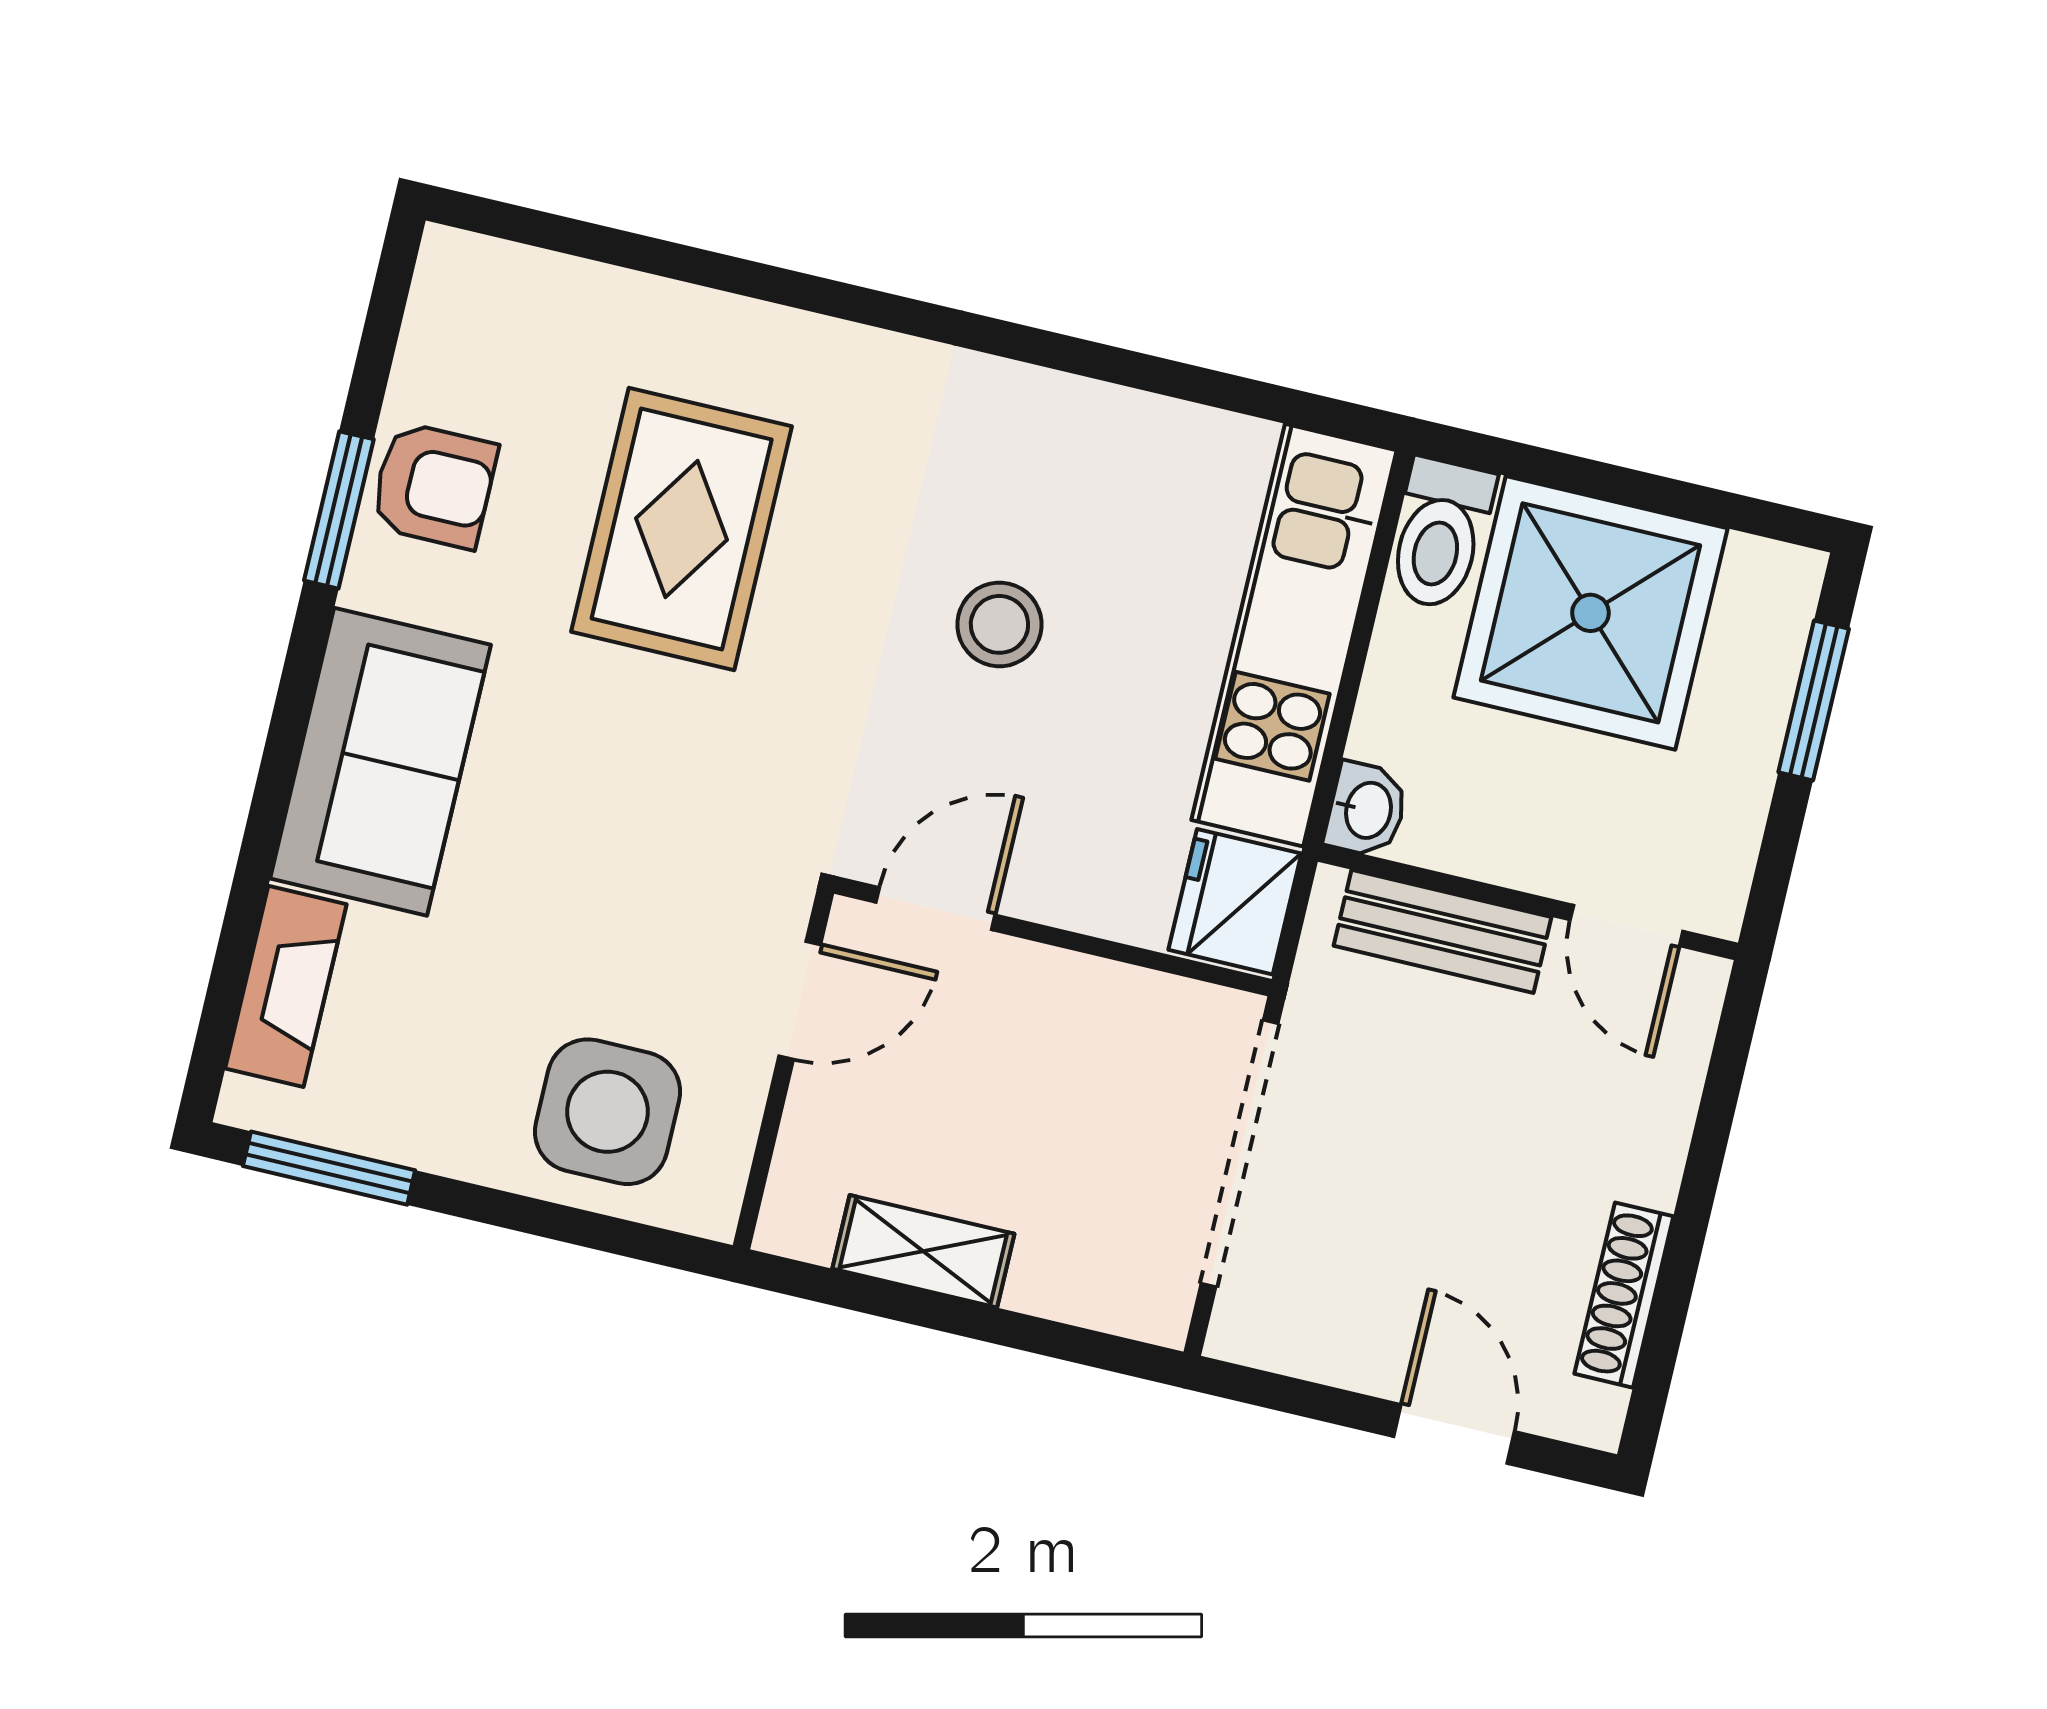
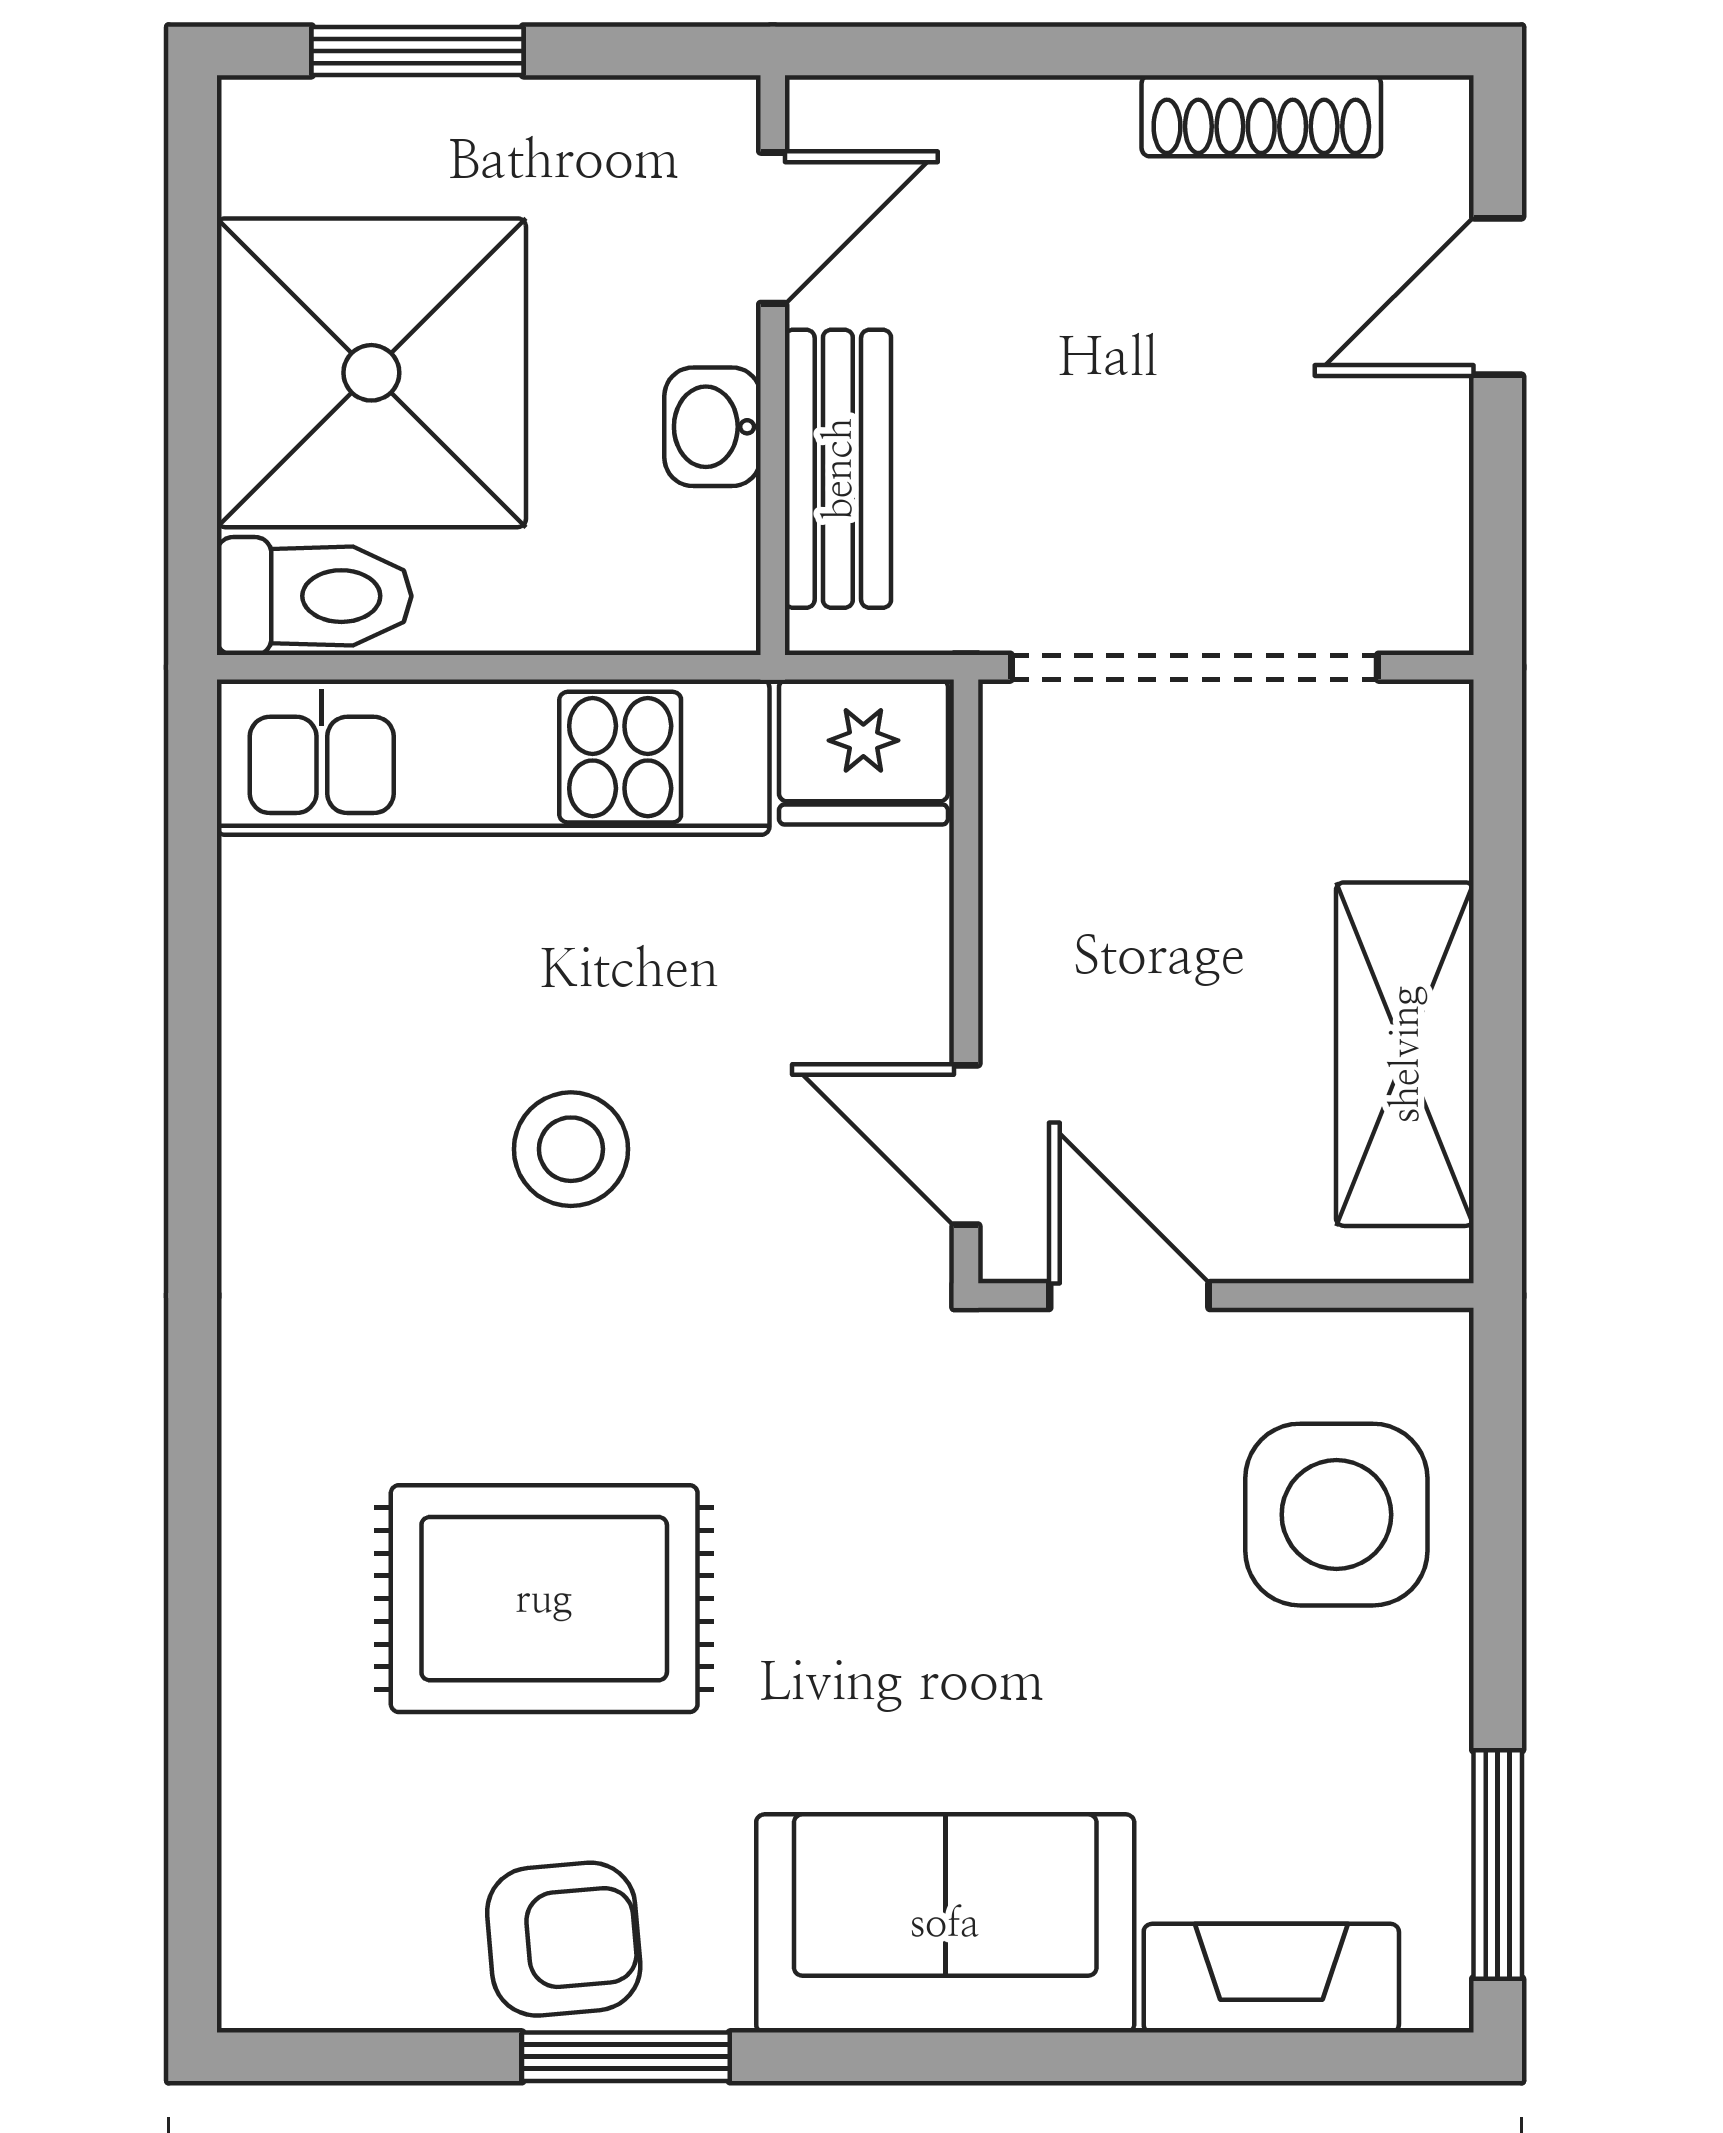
armchair: (434, 485) -> (564, 1939), turned 85
washbasin: (1366, 810) -> (713, 427), moved, turned -90
shelving: (923, 1251) -> (1405, 1054), width x1.50, depth x1.33

